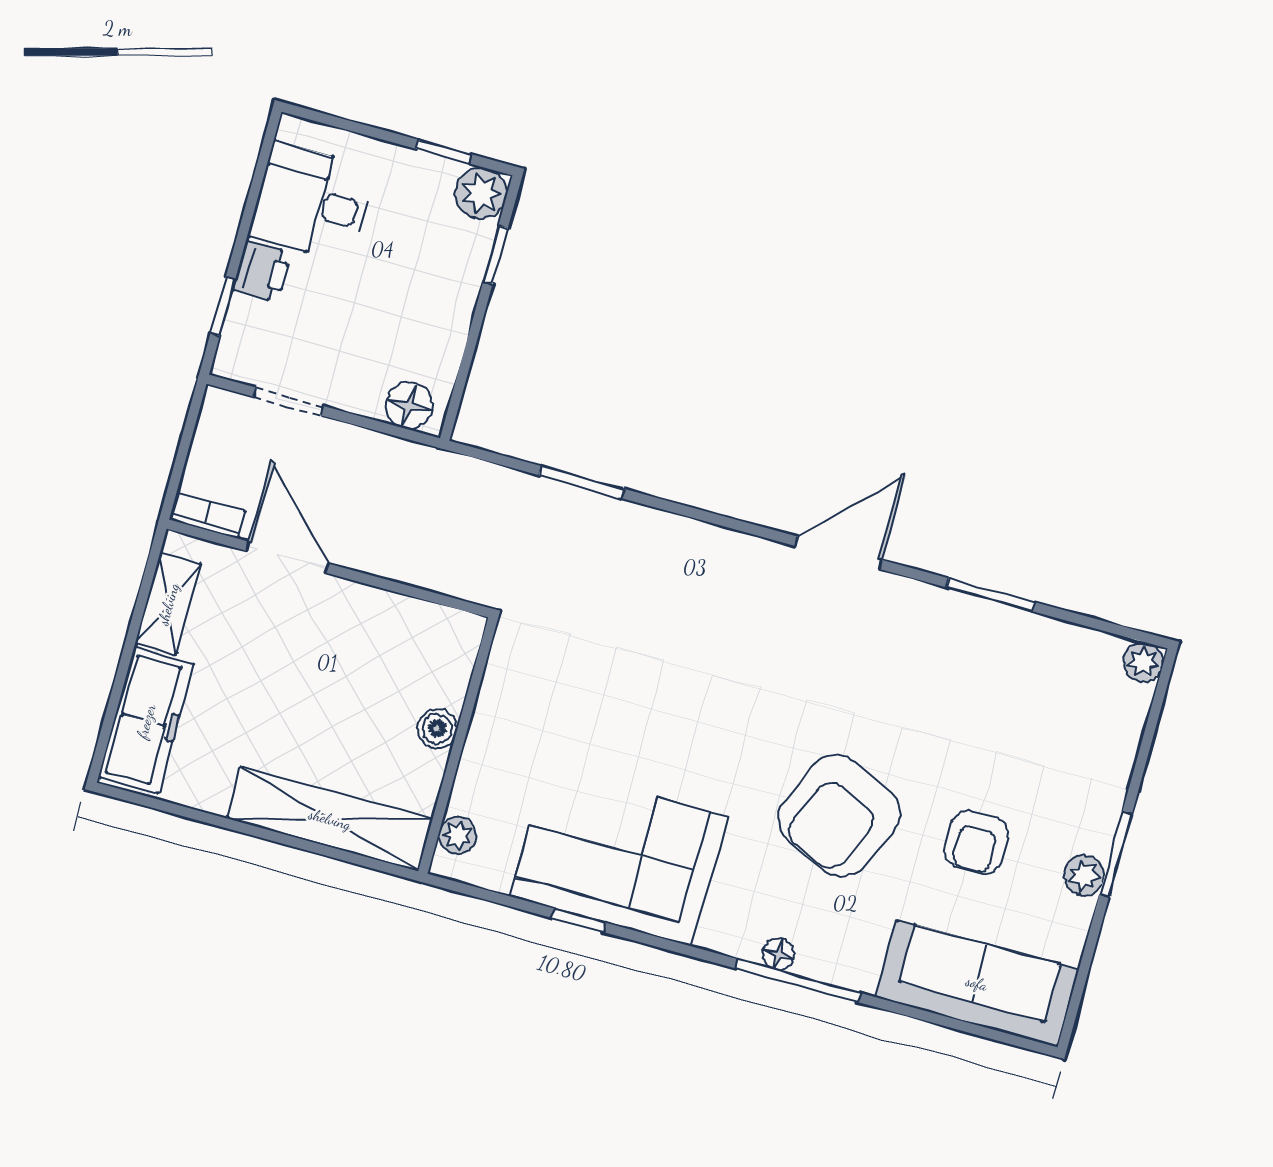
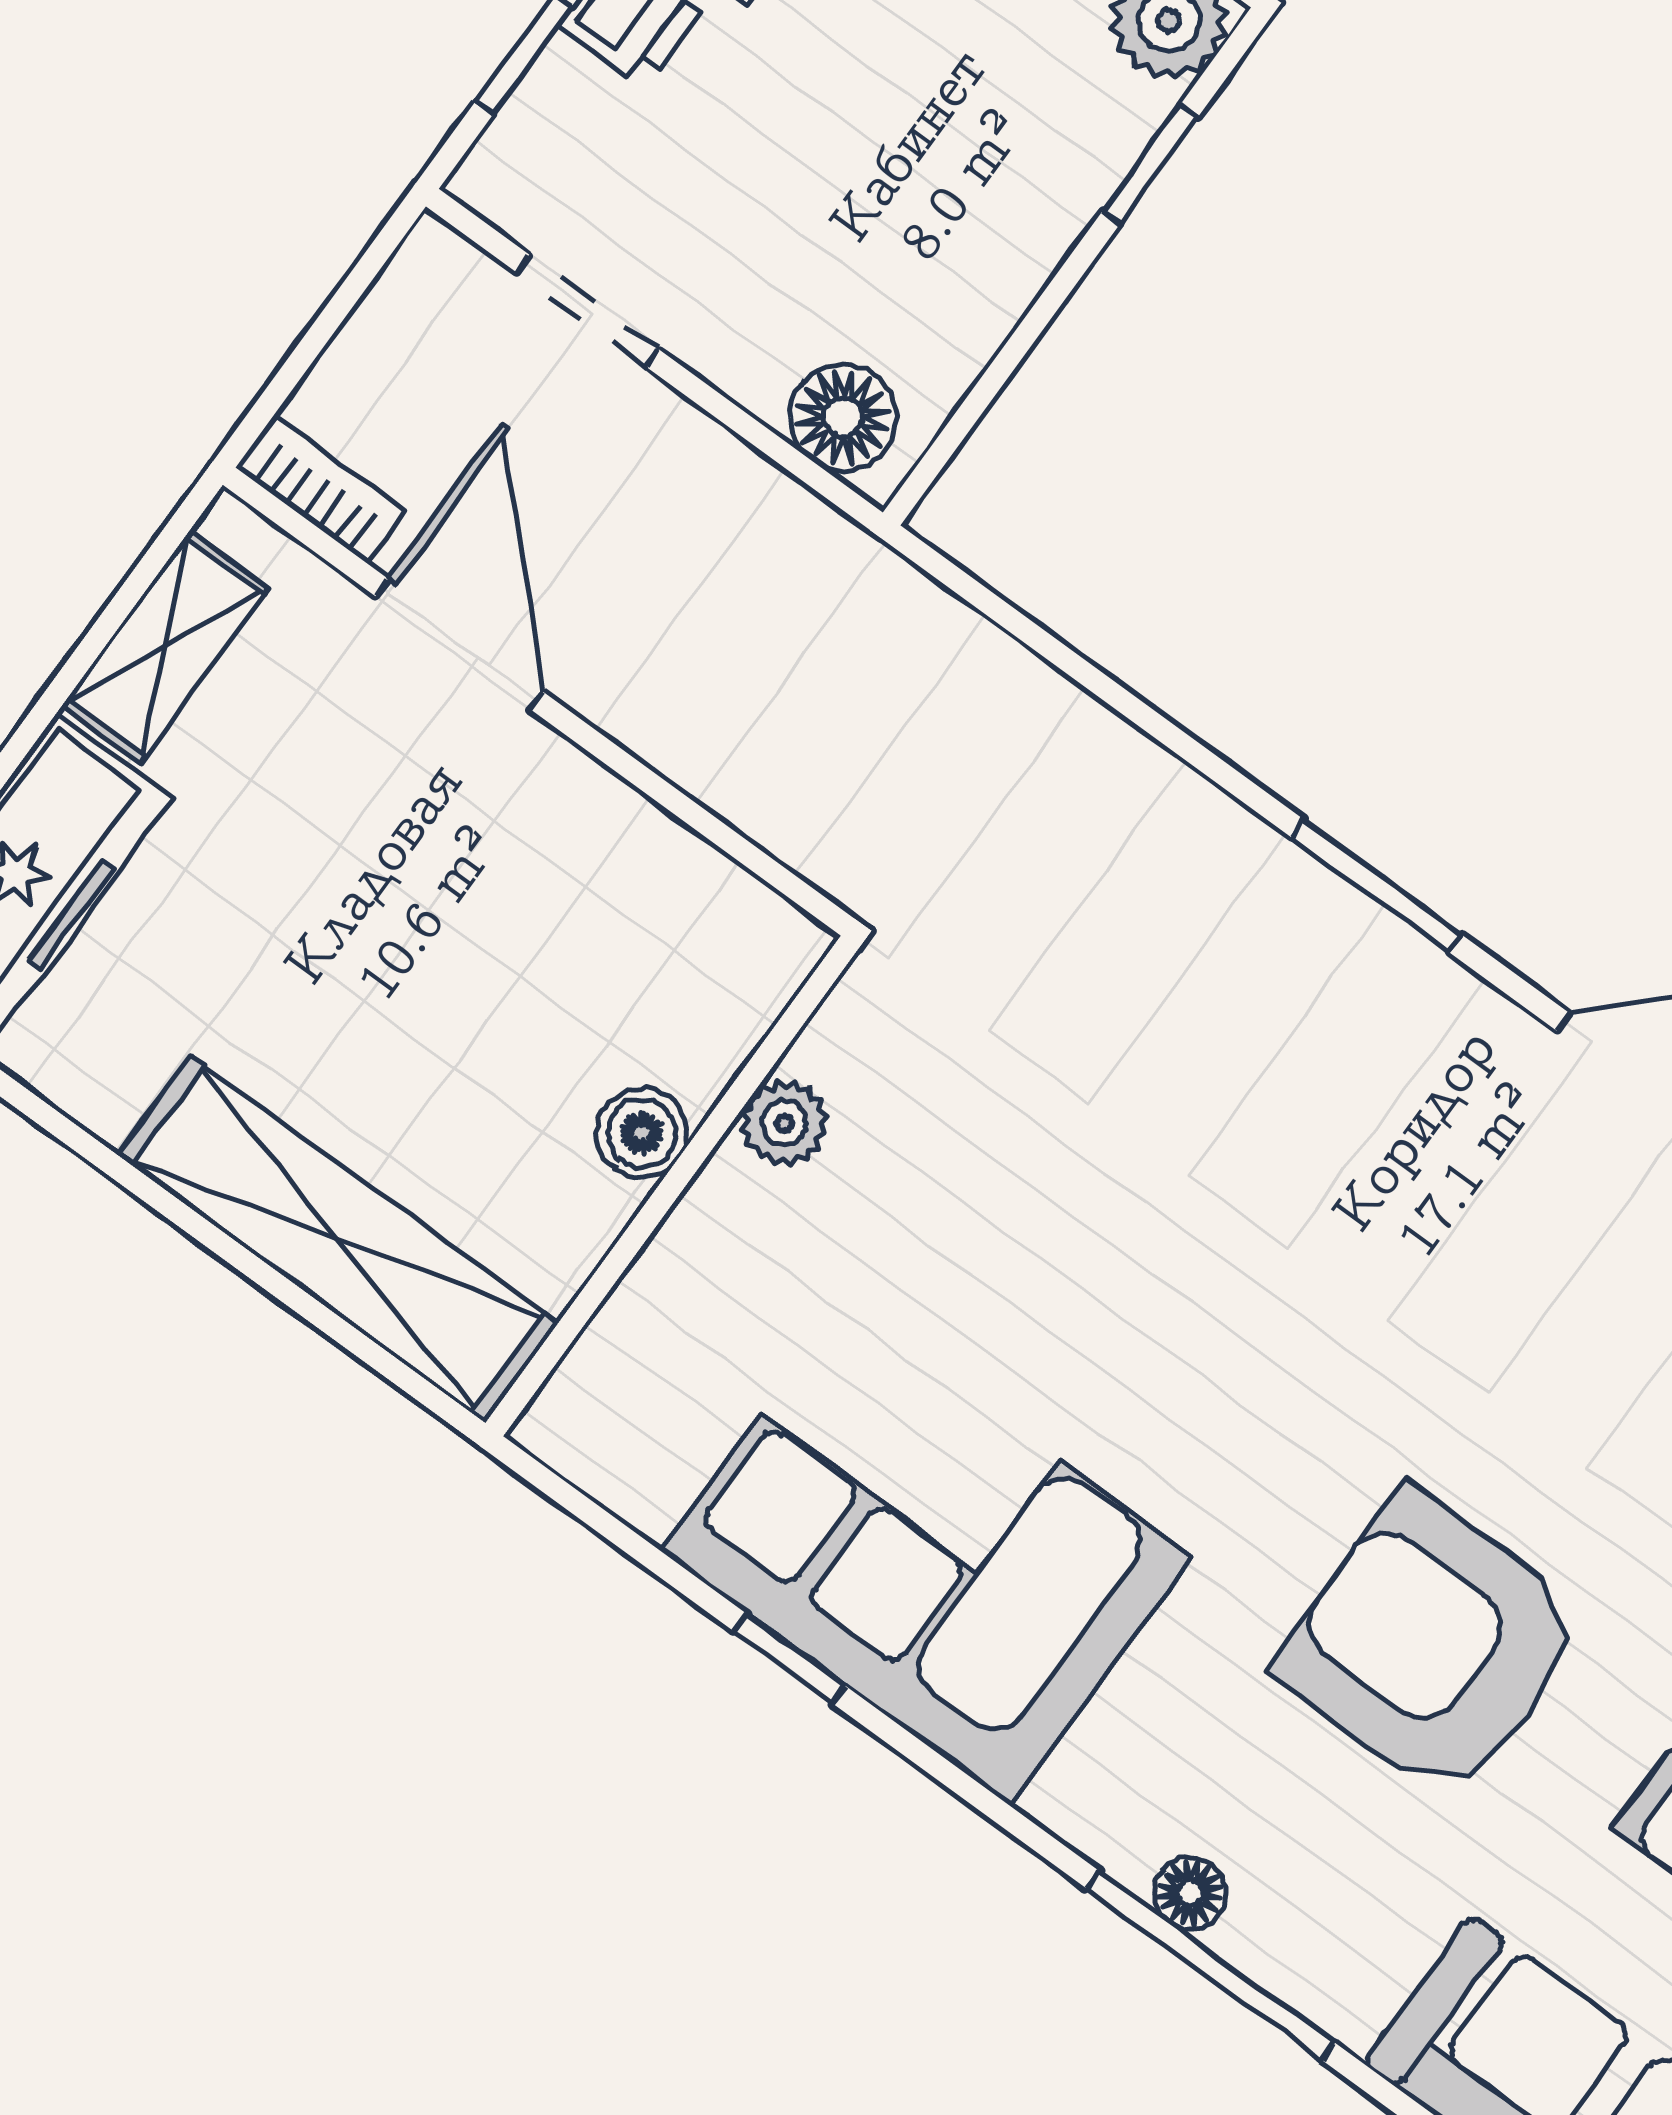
window: (581, 482) -> (1376, 886), moved
armchair: (839, 816) -> (1432, 1645), turned 66
plant: (457, 835) -> (784, 1123), moved

